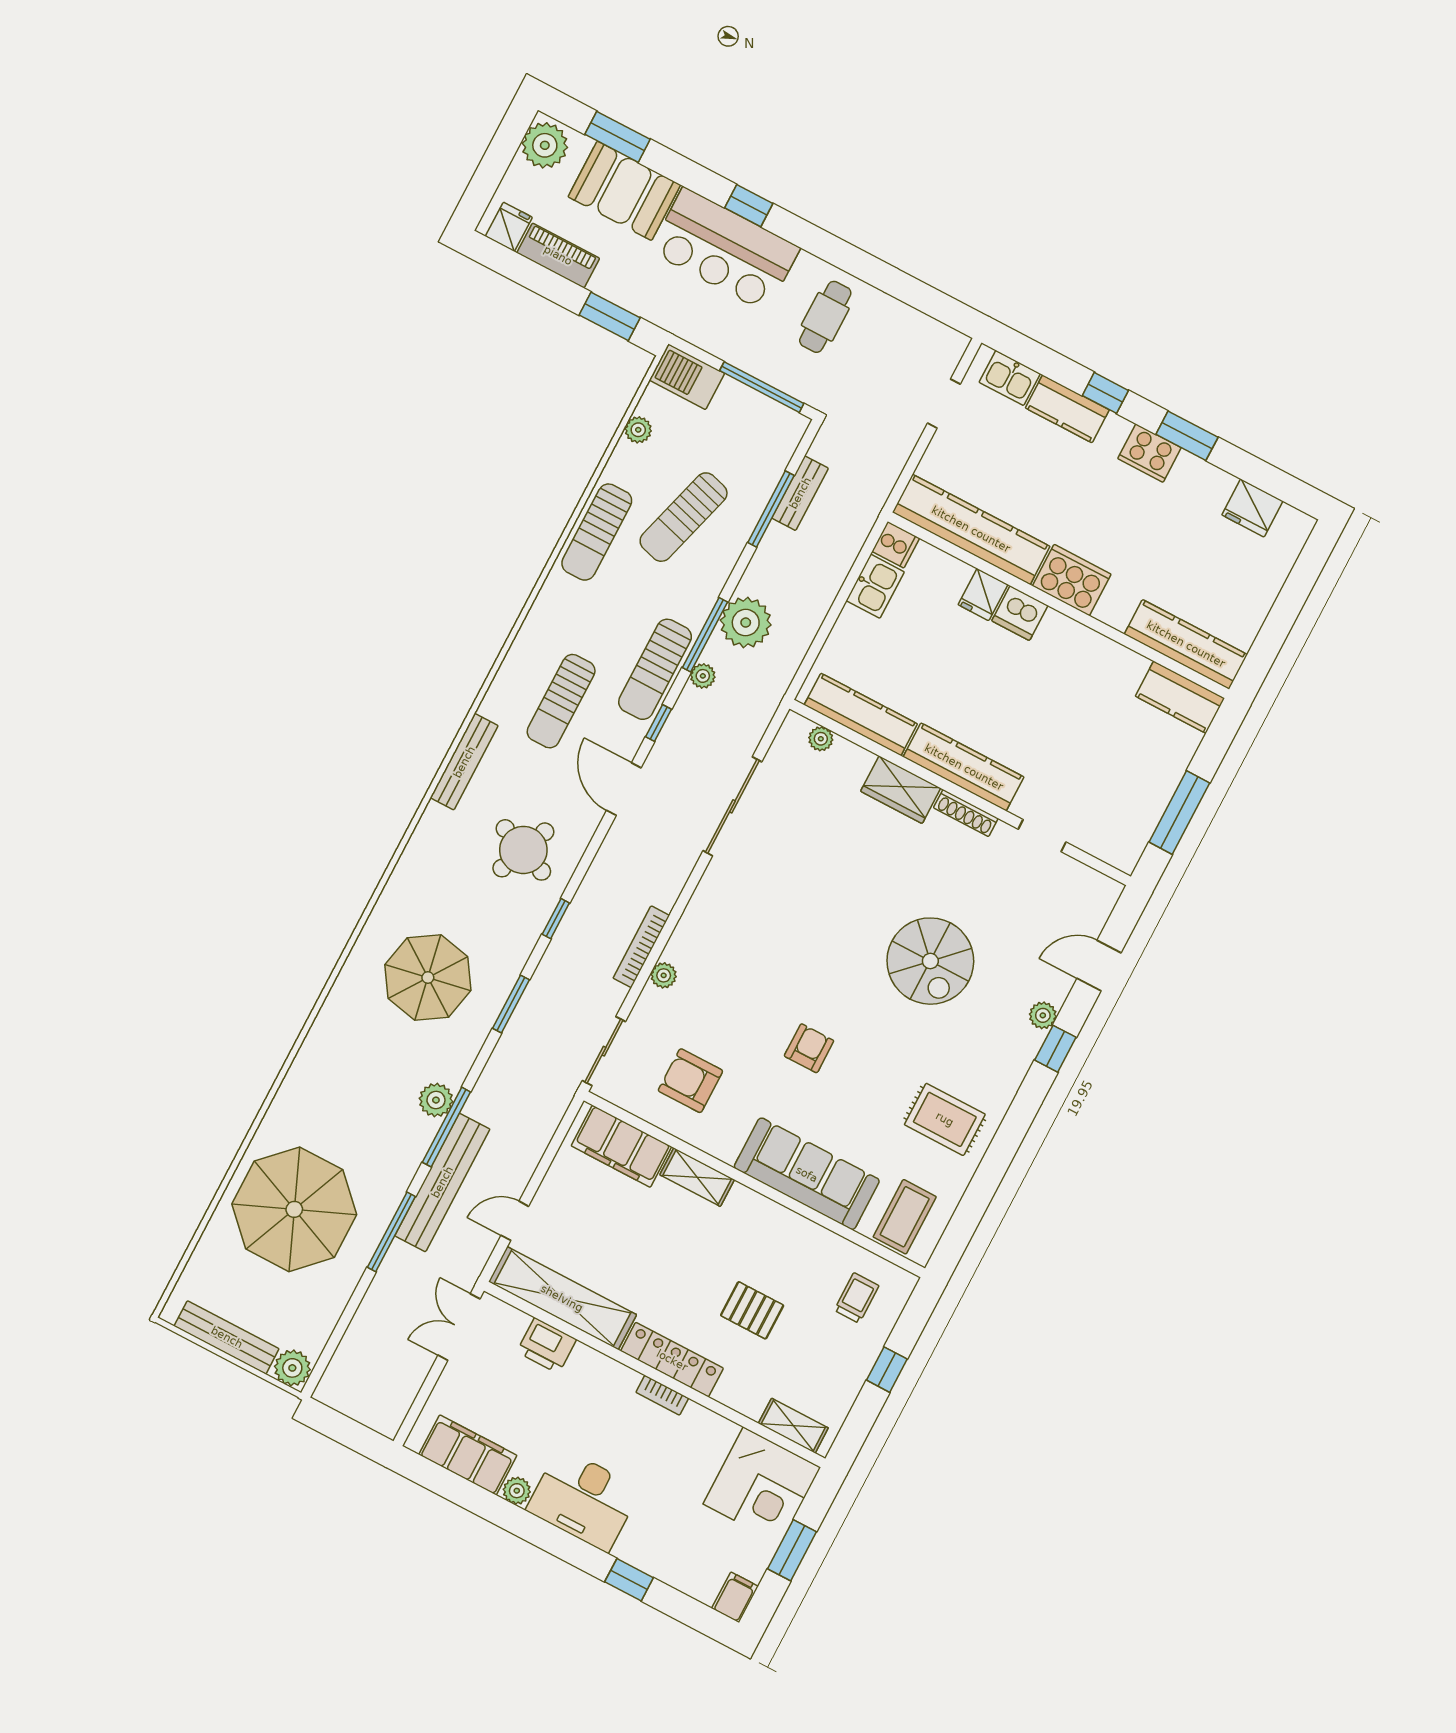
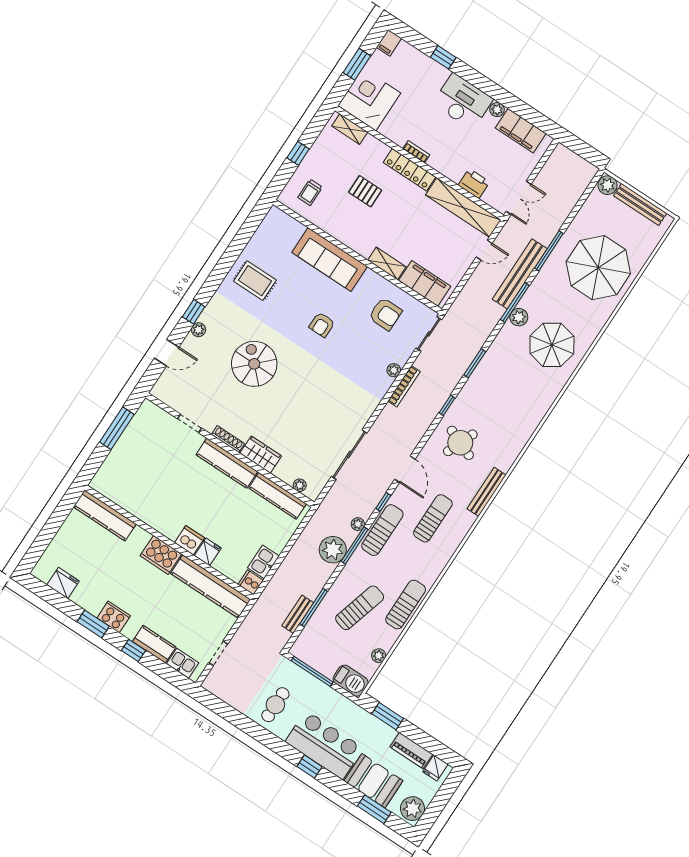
kitchen counter: (1180, 697) -> (111, 488), removed
parasol: (428, 977) -> (552, 345), moved
coffee table: (905, 1217) -> (281, 232), removed

